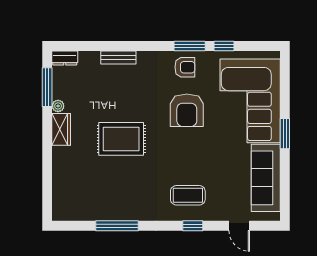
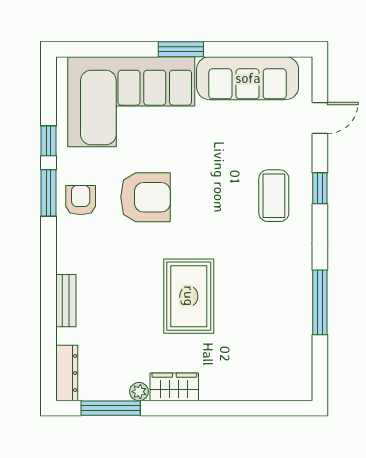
dresser: (65, 58) -> (67, 373), width x1.44

